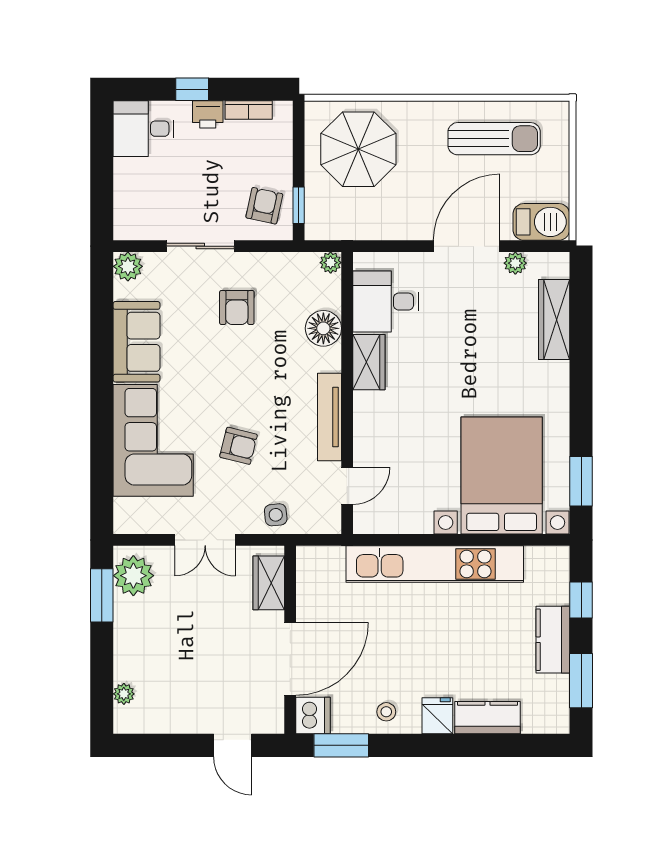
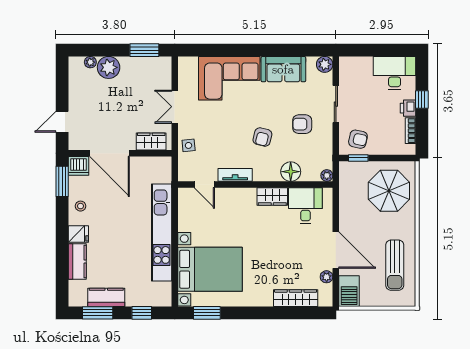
desk: (143, 129) -> (395, 73), width x1.37
tv unit: (330, 417) -> (235, 175), width x0.71
armchair: (239, 446) -> (262, 137), moved
plant: (133, 576) -> (109, 67), moved
kitchen counter: (553, 640) -> (106, 297), moved

